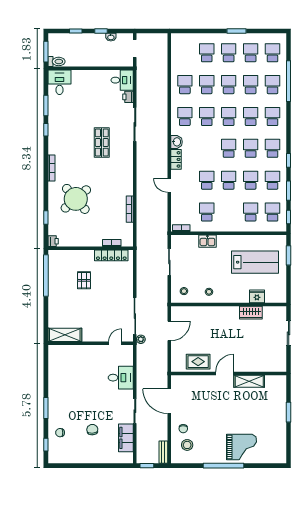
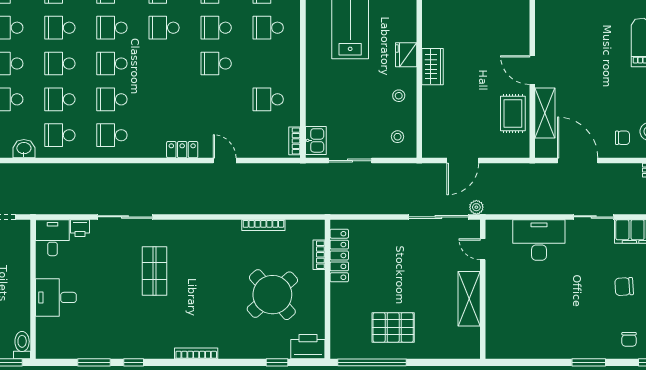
desk: (60, 82) -> (56, 297), moved
shop shelf: (102, 142) -> (155, 271), turned 90
washbasin: (177, 142) -> (24, 149), moved
school desk: (229, 148) -> (164, 64), removed
school desk: (207, 180) -> (216, 99), removed
door: (169, 185) -> (225, 161), swing flipped
round table: (76, 199) -> (272, 295), moved
printer: (53, 241) -> (308, 347), width x1.87, depth x1.48
kitchen sink: (207, 241) -> (316, 140), moved
pallet: (84, 280) -> (393, 327), moved, width x1.50, depth x1.42
fridge: (257, 296) -> (406, 55), moved
wardrobe: (251, 313) -> (433, 67), moved
door: (169, 331) -> (463, 161), swing flipped
shelving: (65, 335) -> (469, 299), moved
desk: (121, 378) -> (539, 240), width x1.37
shelving: (249, 381) -> (545, 113), moved
door: (169, 401) -> (578, 161), swing flipped

